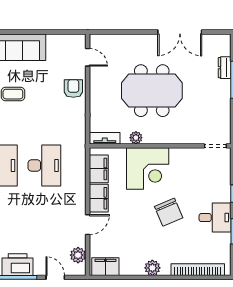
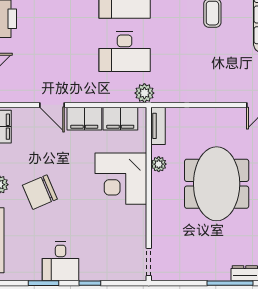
armchair: (73, 89) -> (219, 87), removed
chair: (169, 212) -> (40, 192), moved
plant: (78, 255) -> (144, 93), moved

